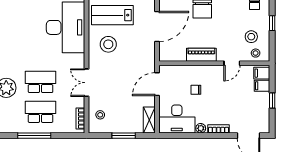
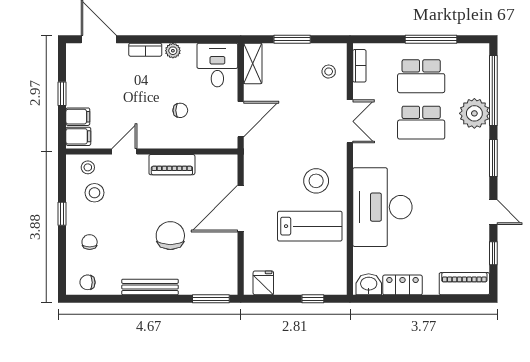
desk: (177, 119) -> (217, 65), width x0.73

